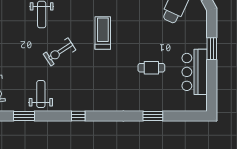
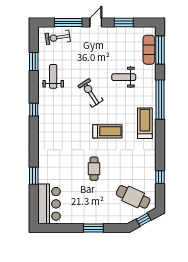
cafe table: (151, 68) -> (94, 169), moved
bar counter: (195, 72) -> (49, 204), moved, turned 90
weight bench: (41, 94) -> (53, 76), turned -90

